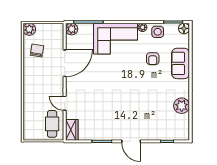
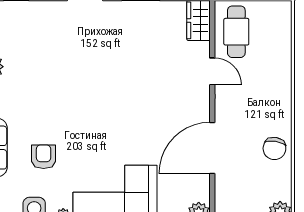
chair: (37, 51) -> (274, 148), moved

